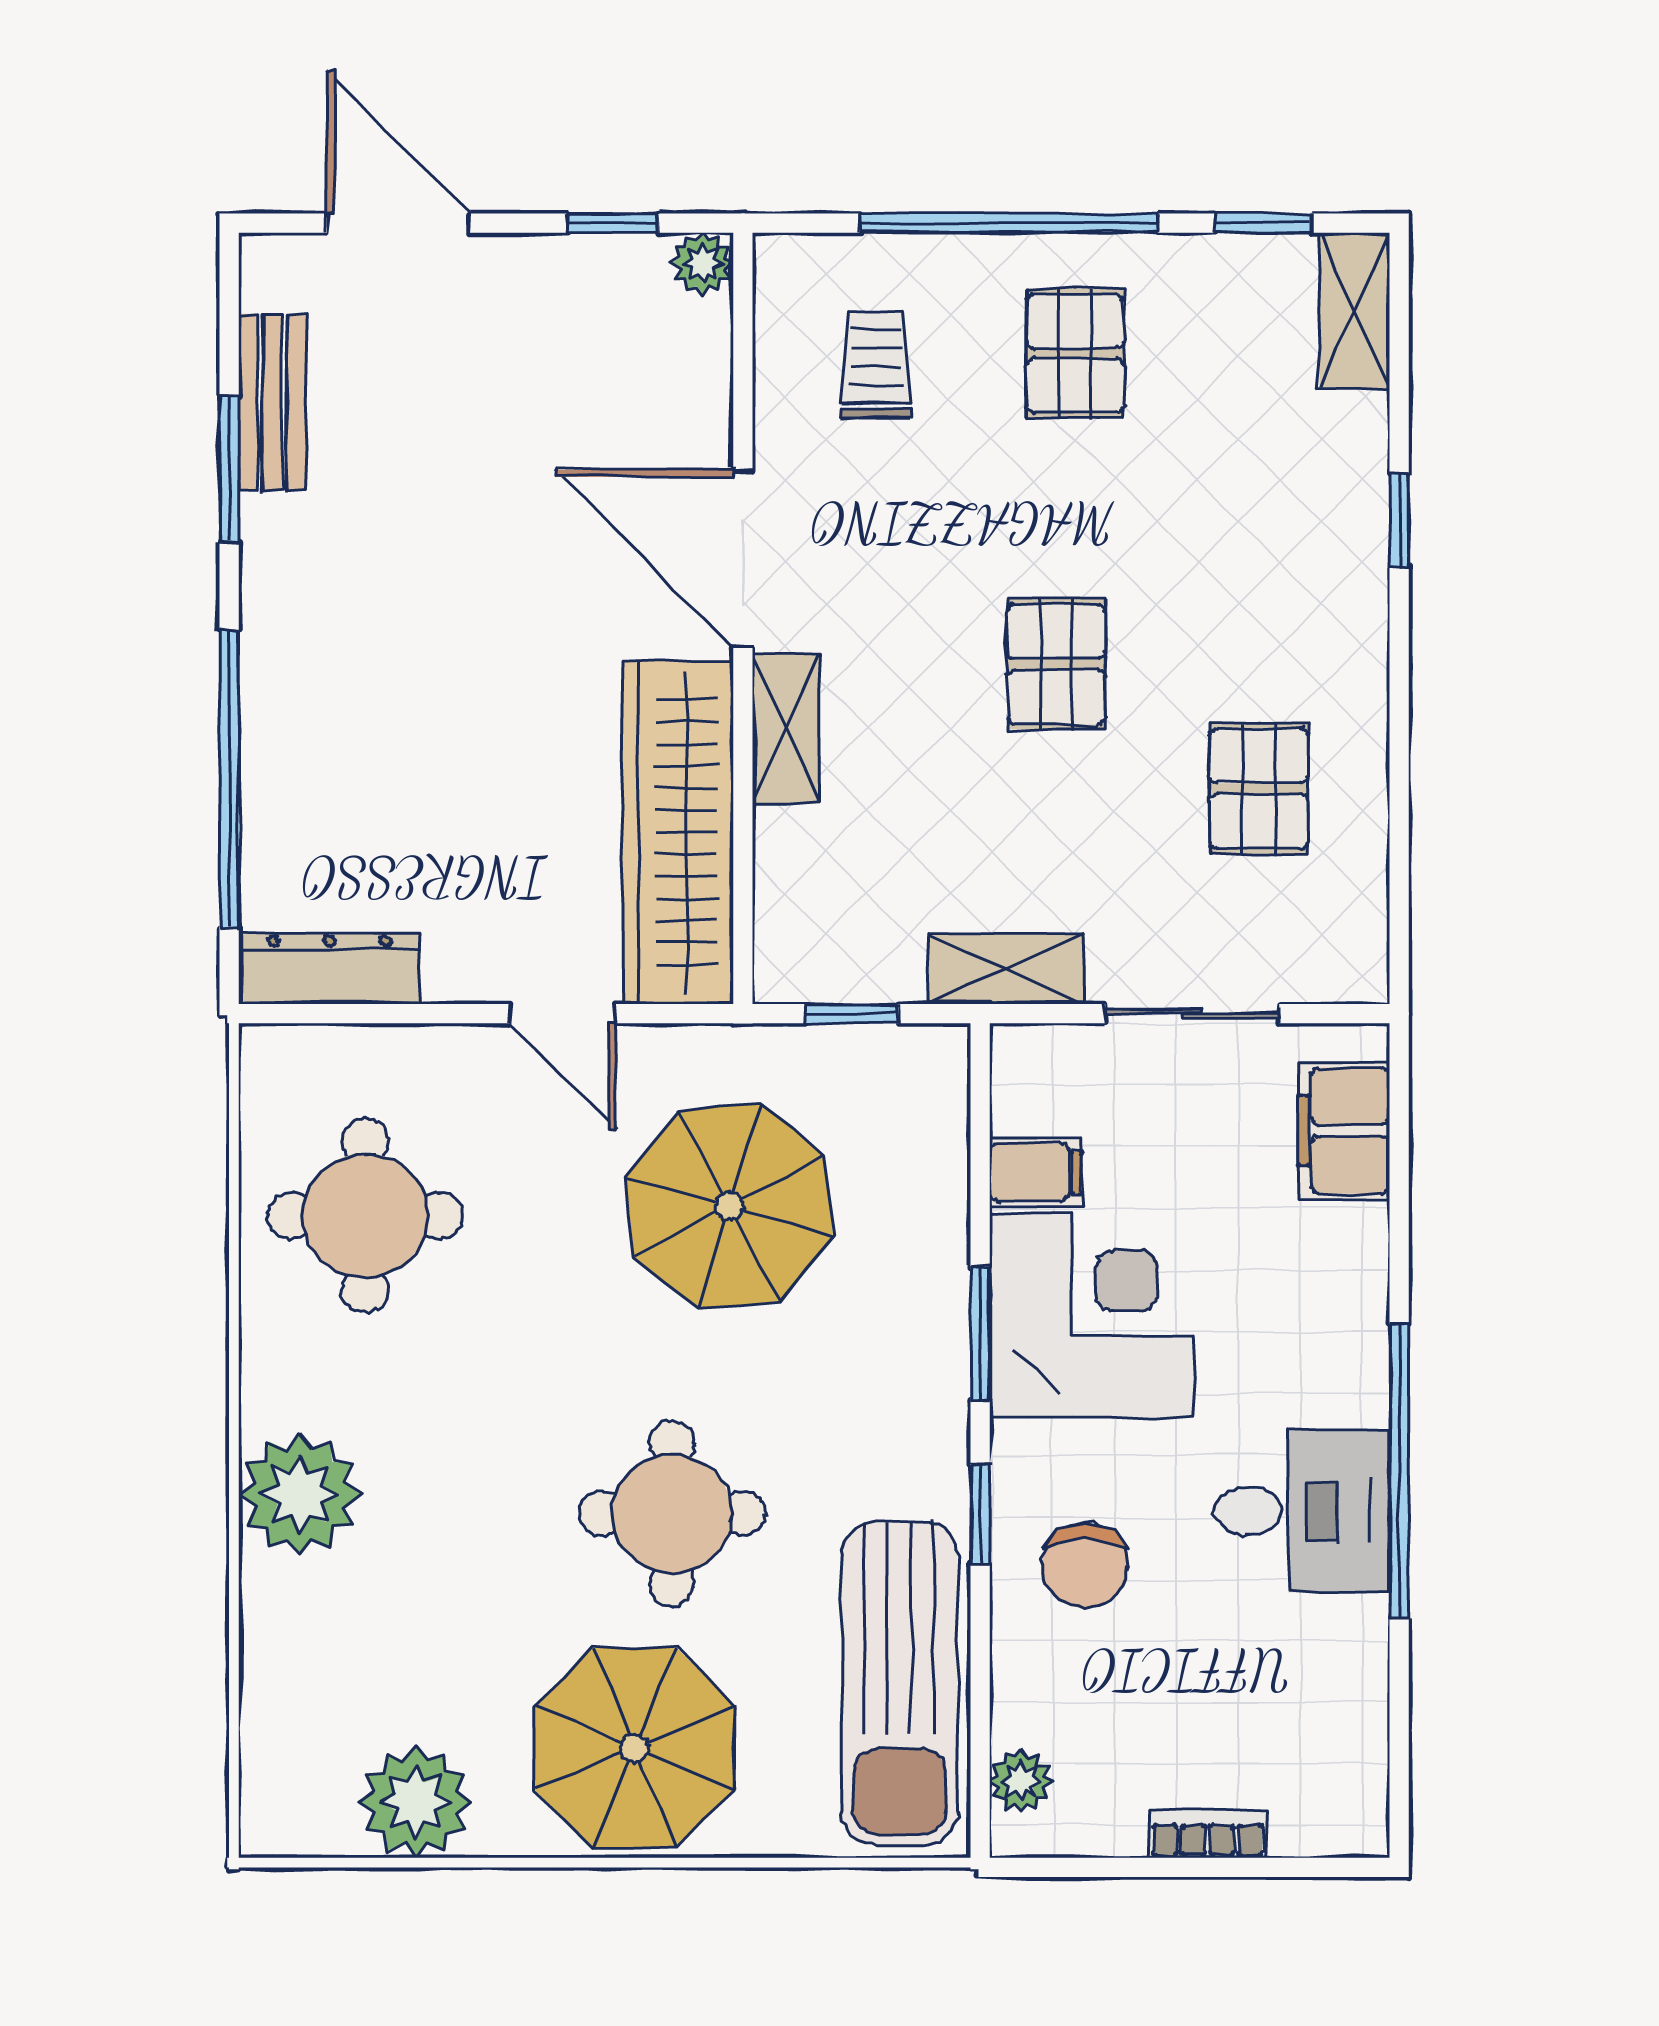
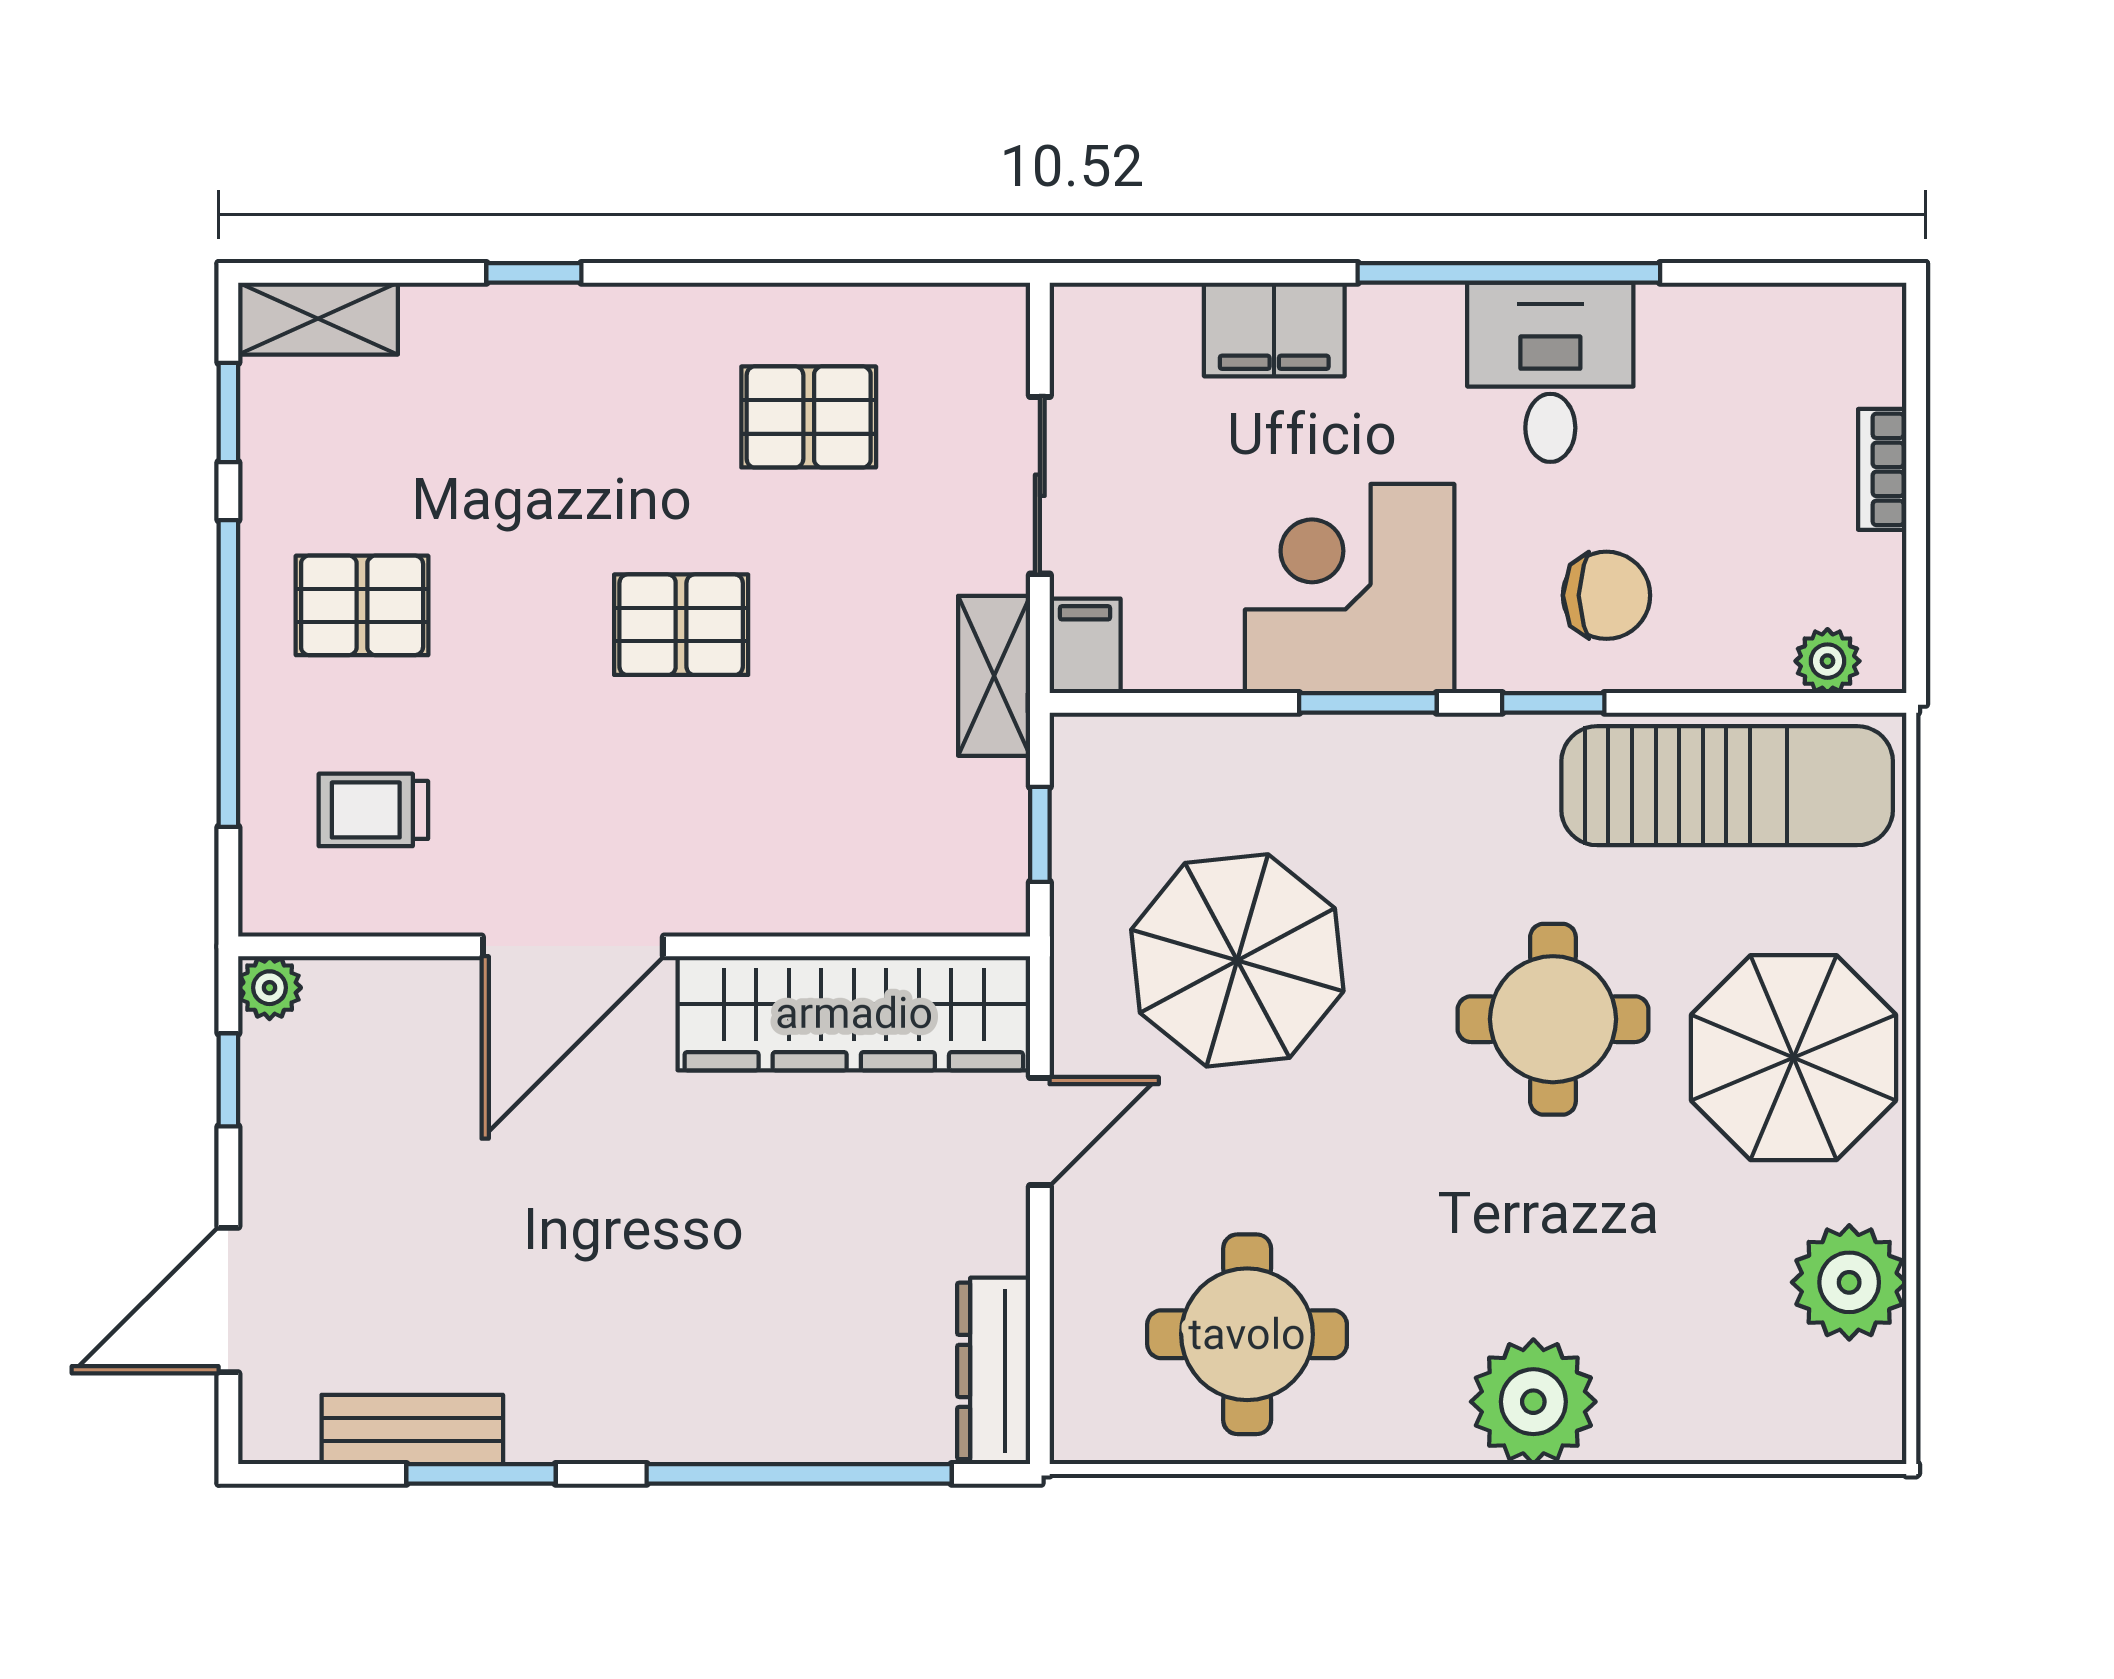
shelving: (786, 728) -> (747, 902), removed
filing cabinet: (1344, 1131) -> (1274, 329), moved
filing cabinet: (1036, 1173) -> (1085, 646), moved

